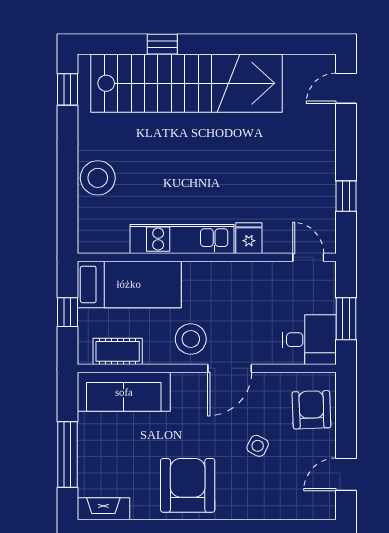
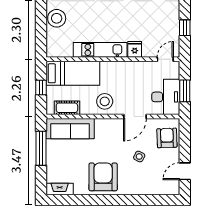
door: (308, 257) -> (165, 59), hinge flipped
desk: (309, 340) -> (166, 97), width x1.37
door: (230, 368) -> (135, 117), moved
window: (67, 454) -> (41, 148), moved

